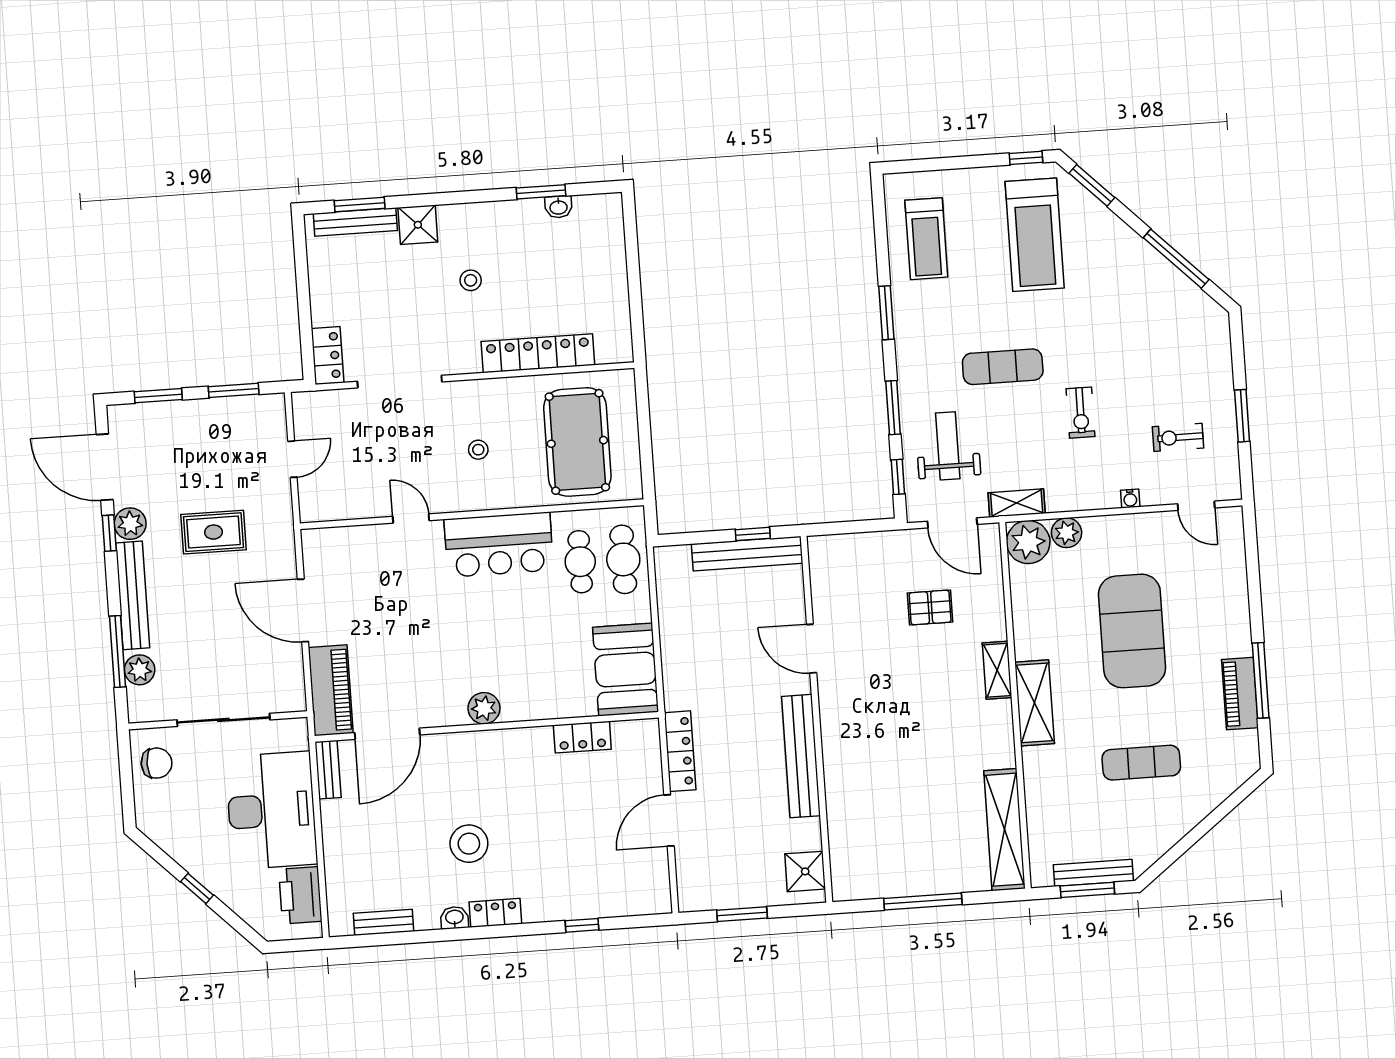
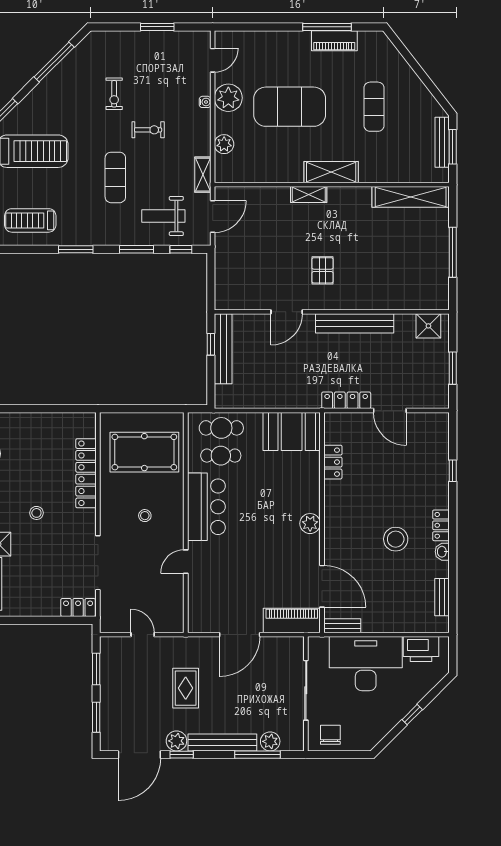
treadmill: (926, 239) -> (30, 220), turned 180
exercise bike: (1178, 437) -> (114, 94), moved
plant: (1028, 542) -> (228, 98), moved
pallet: (930, 607) -> (323, 270), moved

